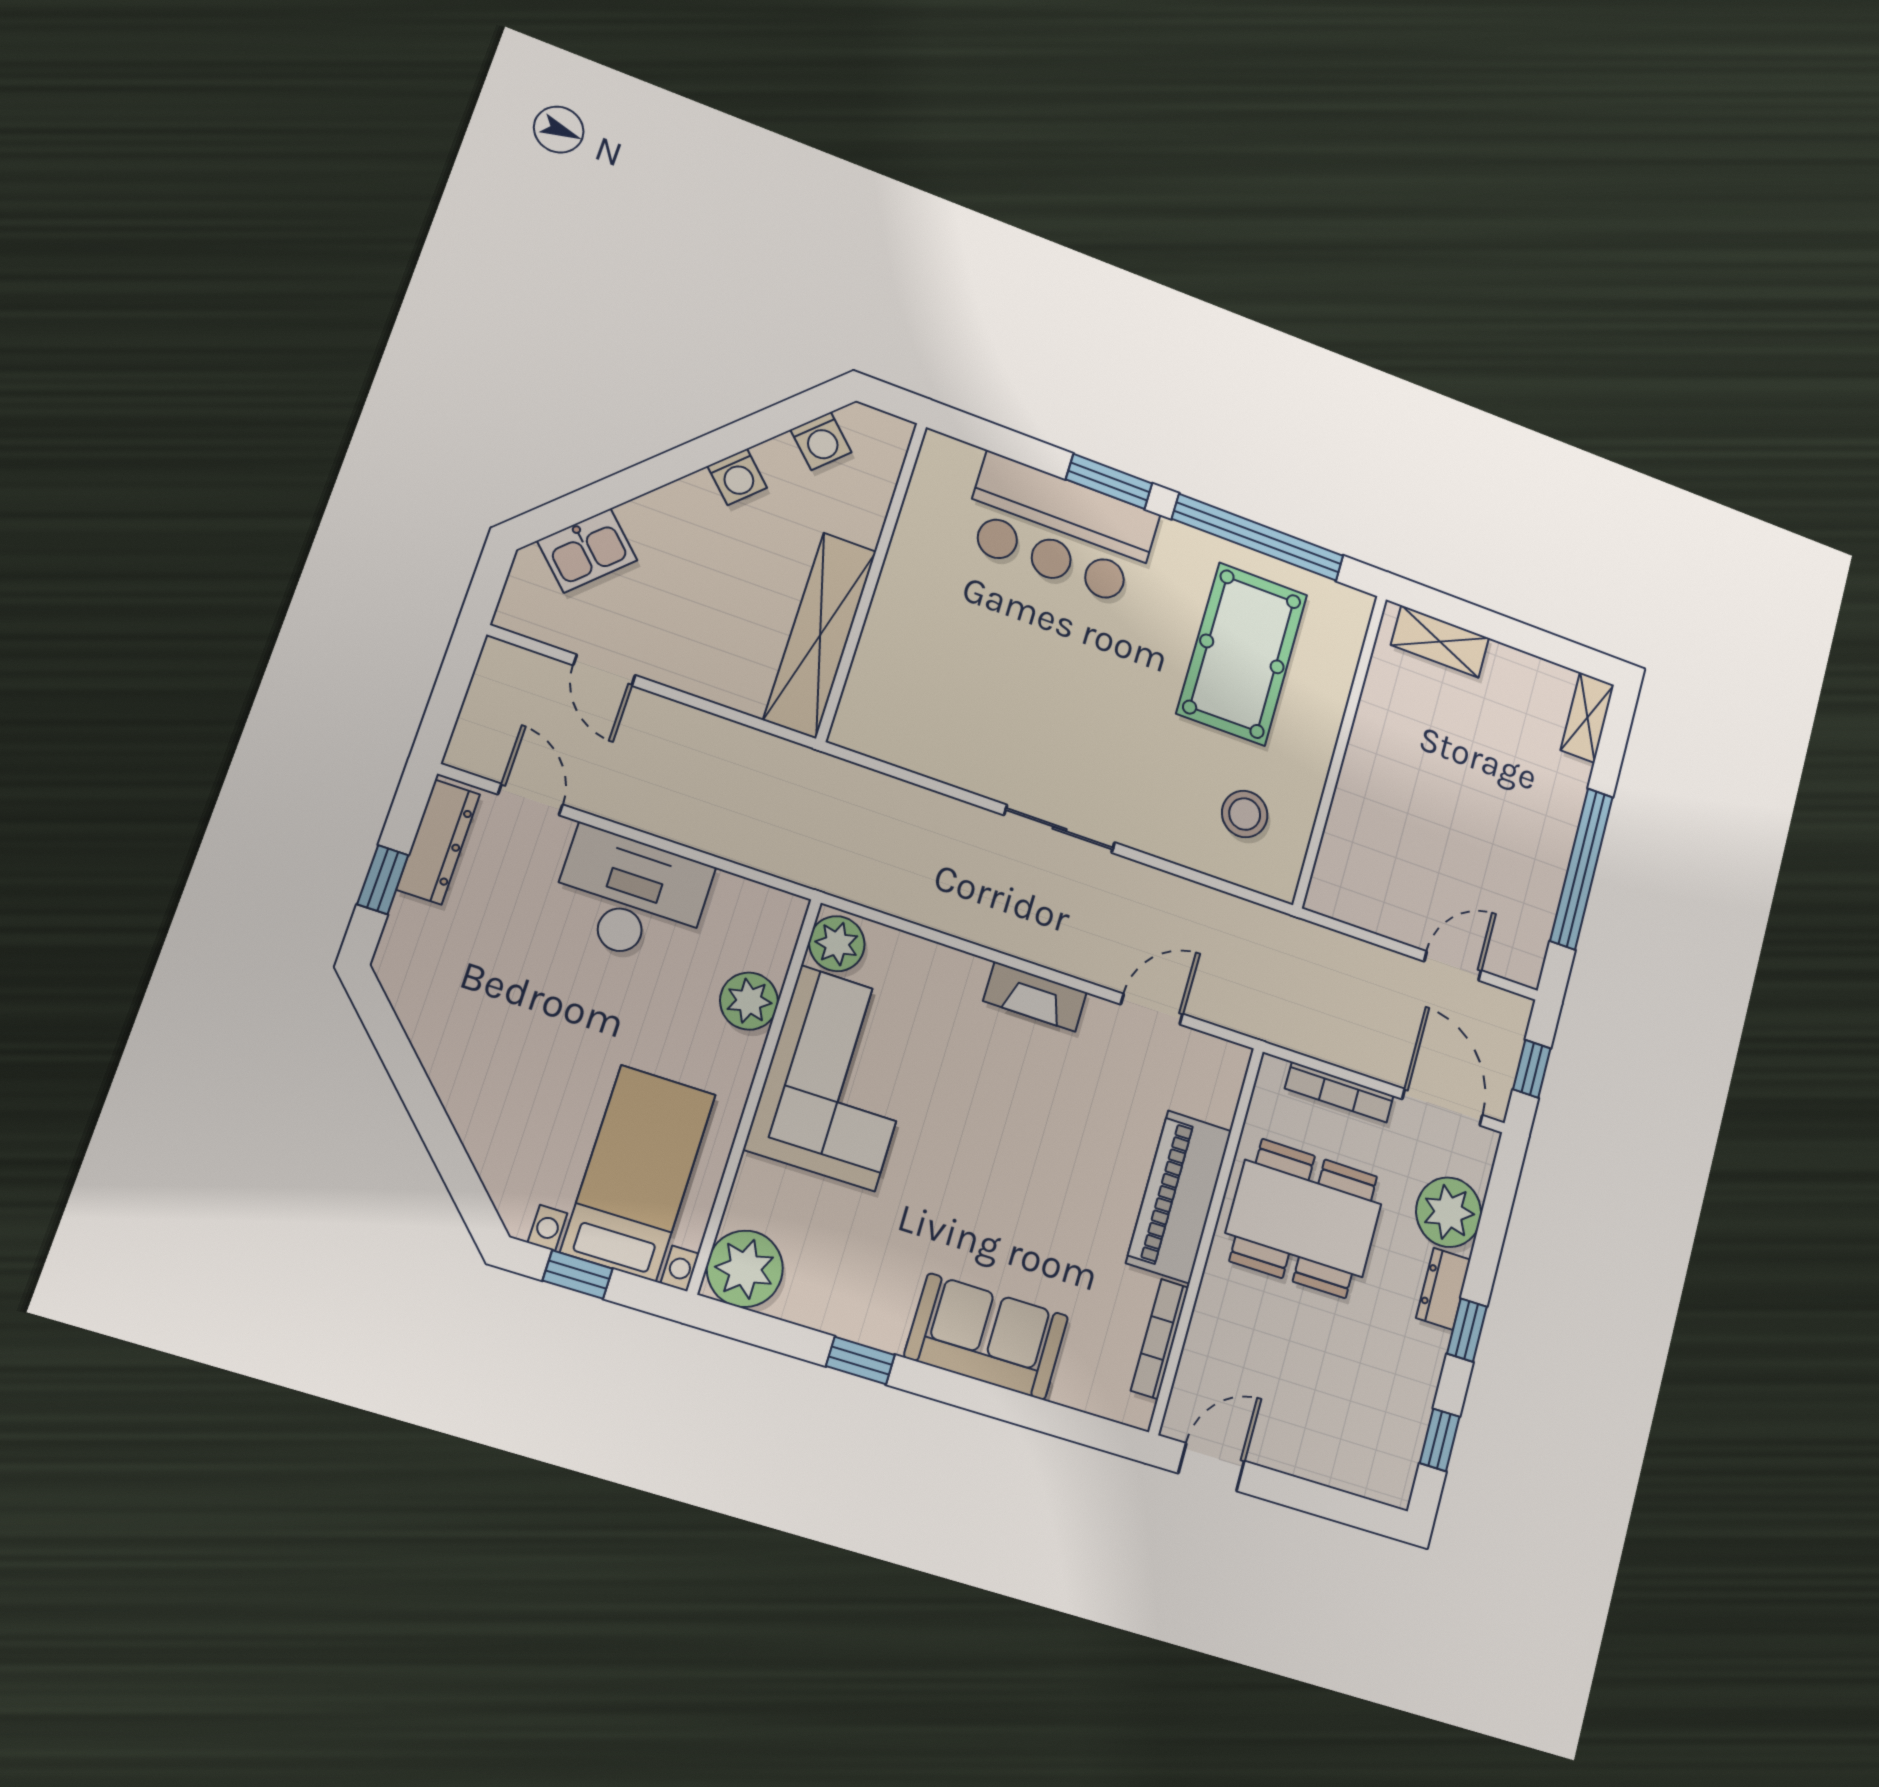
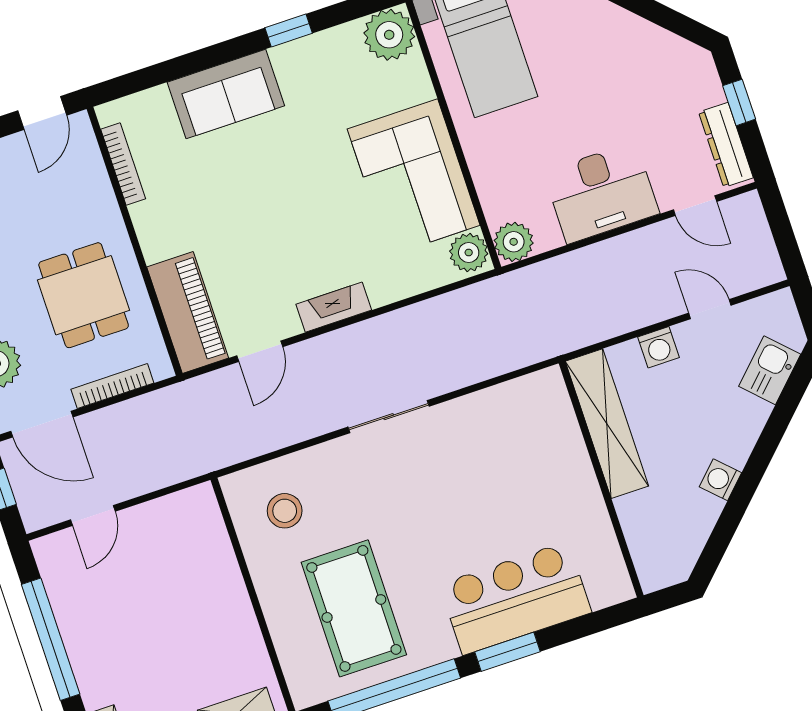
washing machine: (821, 441) -> (658, 347), moved, turned -135
plant: (749, 1001) -> (514, 242), moved
piano: (1179, 1197) -> (188, 312), moved
dining table: (1304, 1219) -> (84, 295), width x0.73

